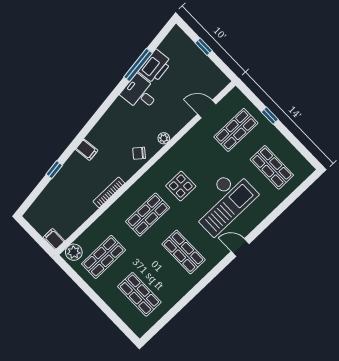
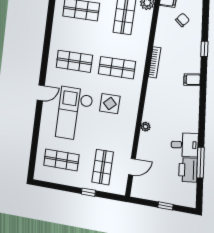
chair: (139, 153) -> (182, 20), moved
shop shelf: (148, 215) -> (117, 68), turned 90

